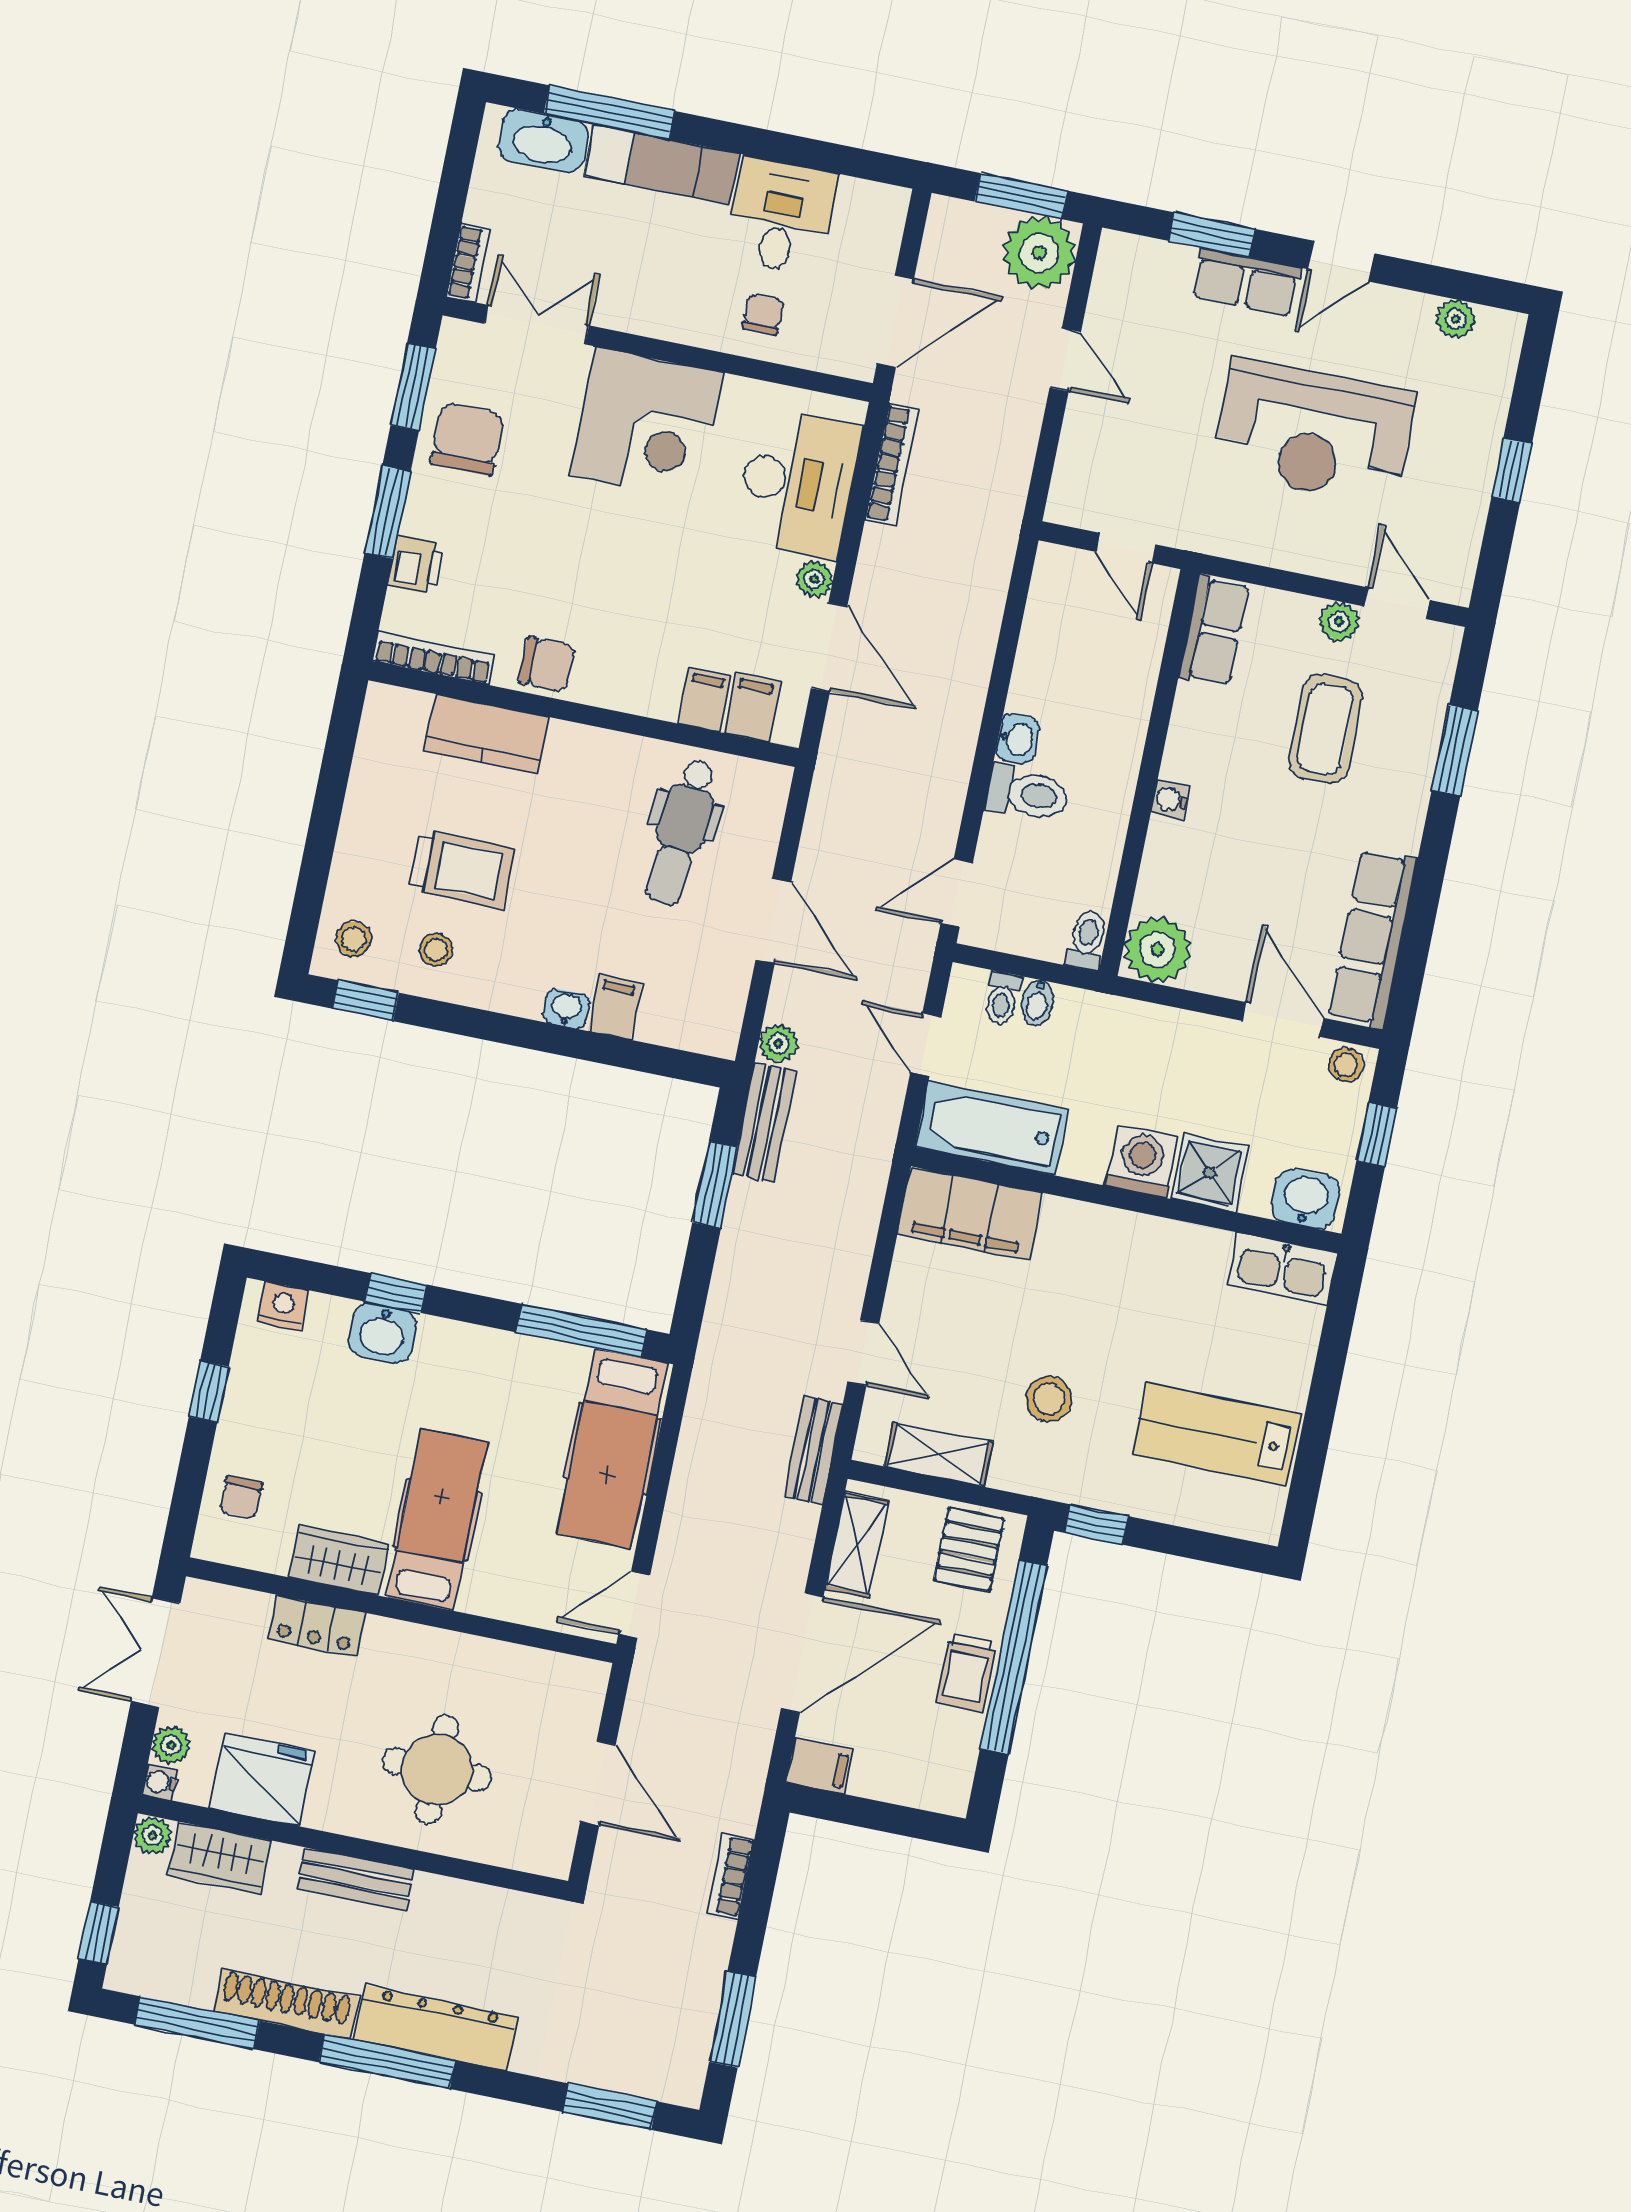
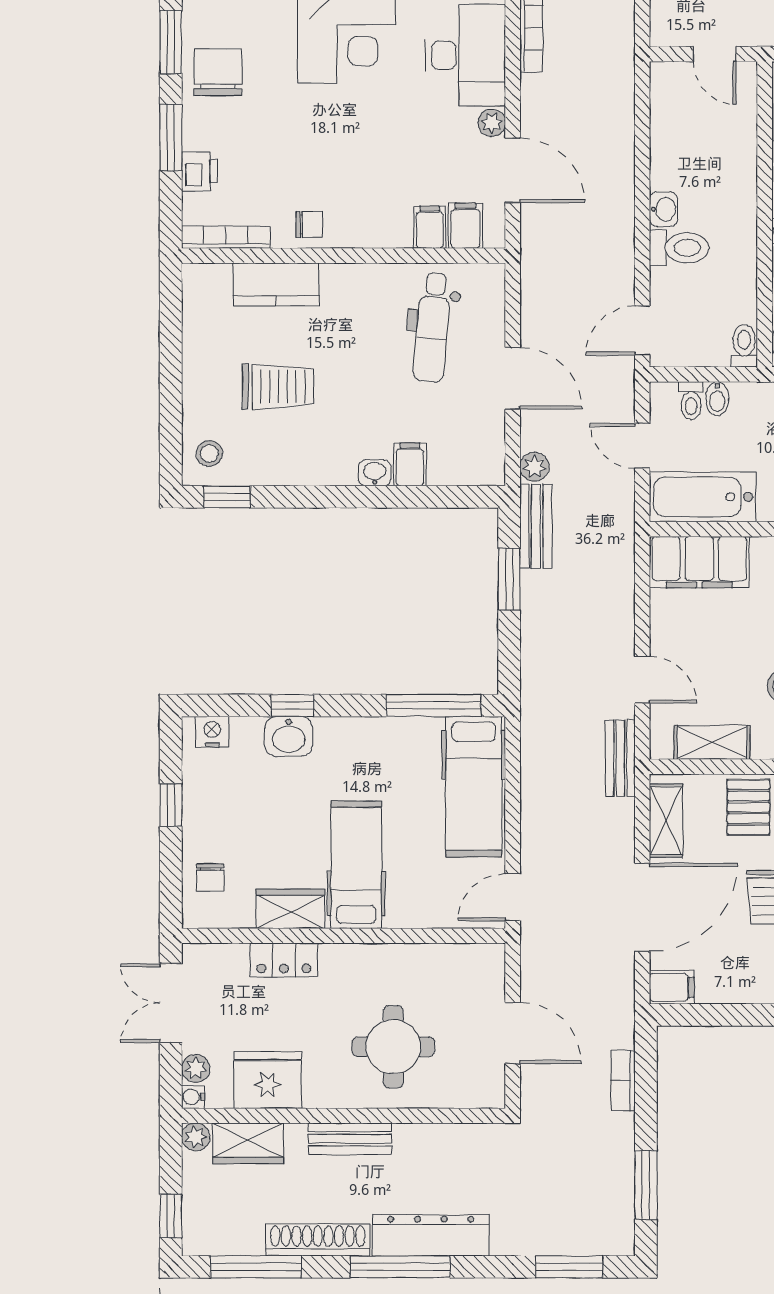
chair: (547, 664) -> (309, 224), width x0.73, depth x0.73
stool: (436, 950) -> (271, 449), removed

